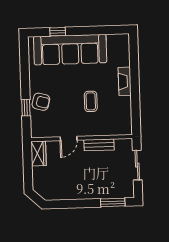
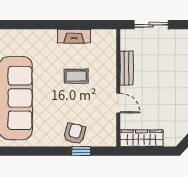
fireplace: (125, 81) -> (74, 36), moved
wardrobe: (38, 154) -> (142, 138), width x1.50

